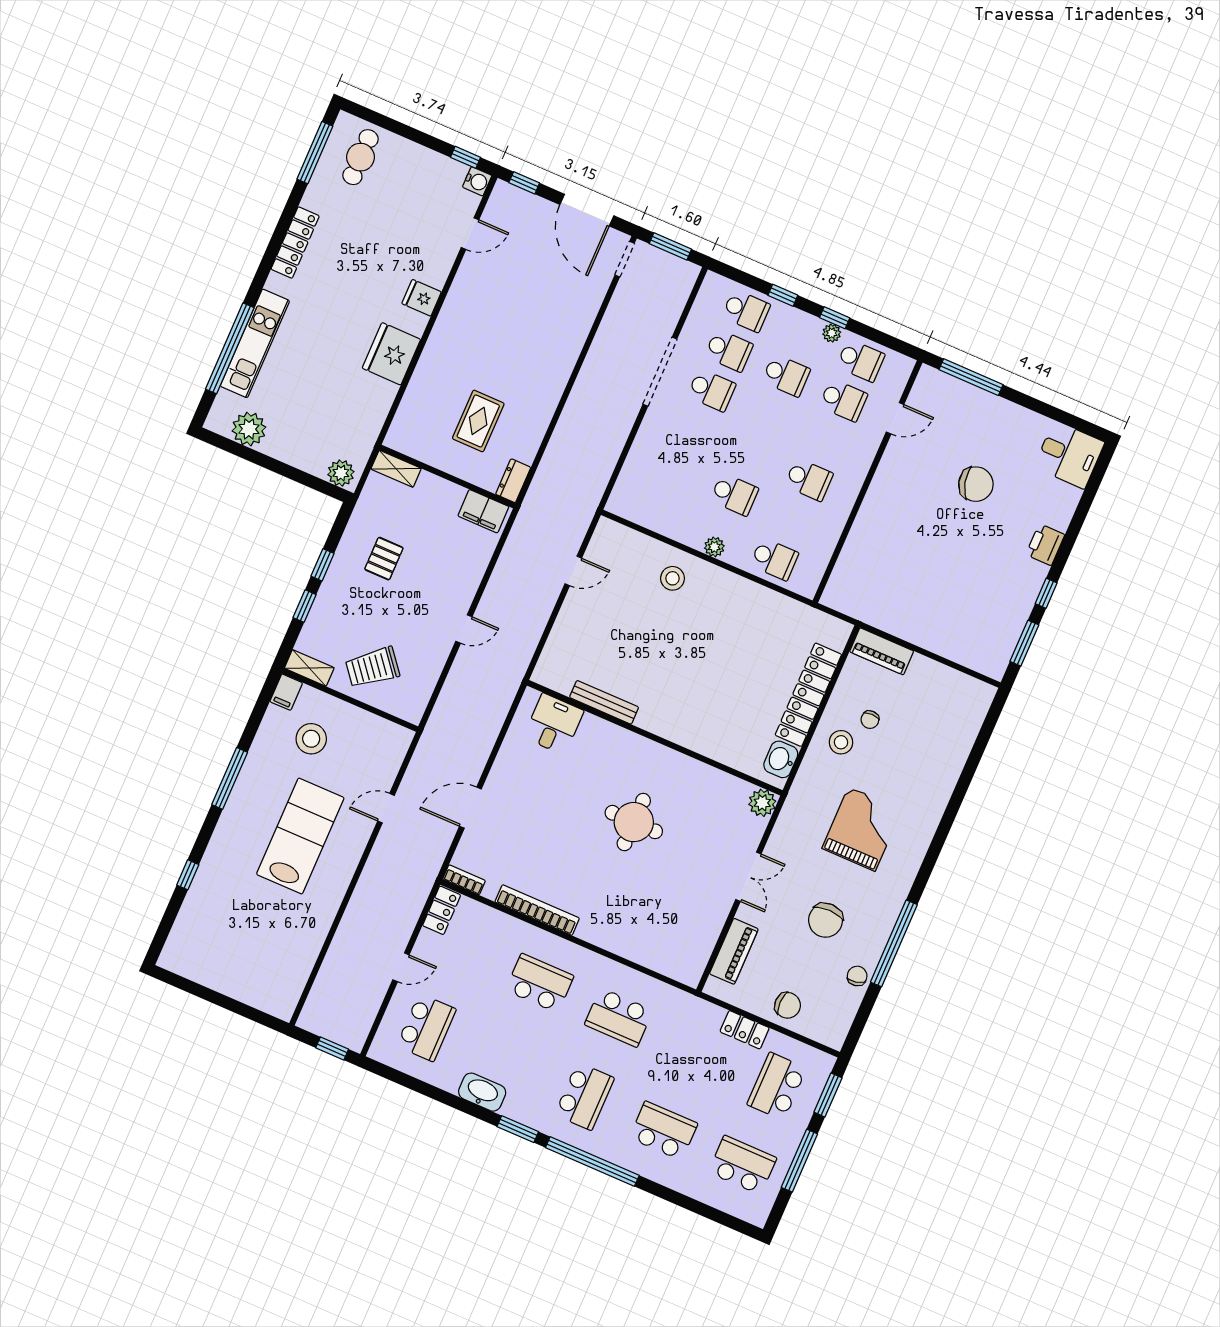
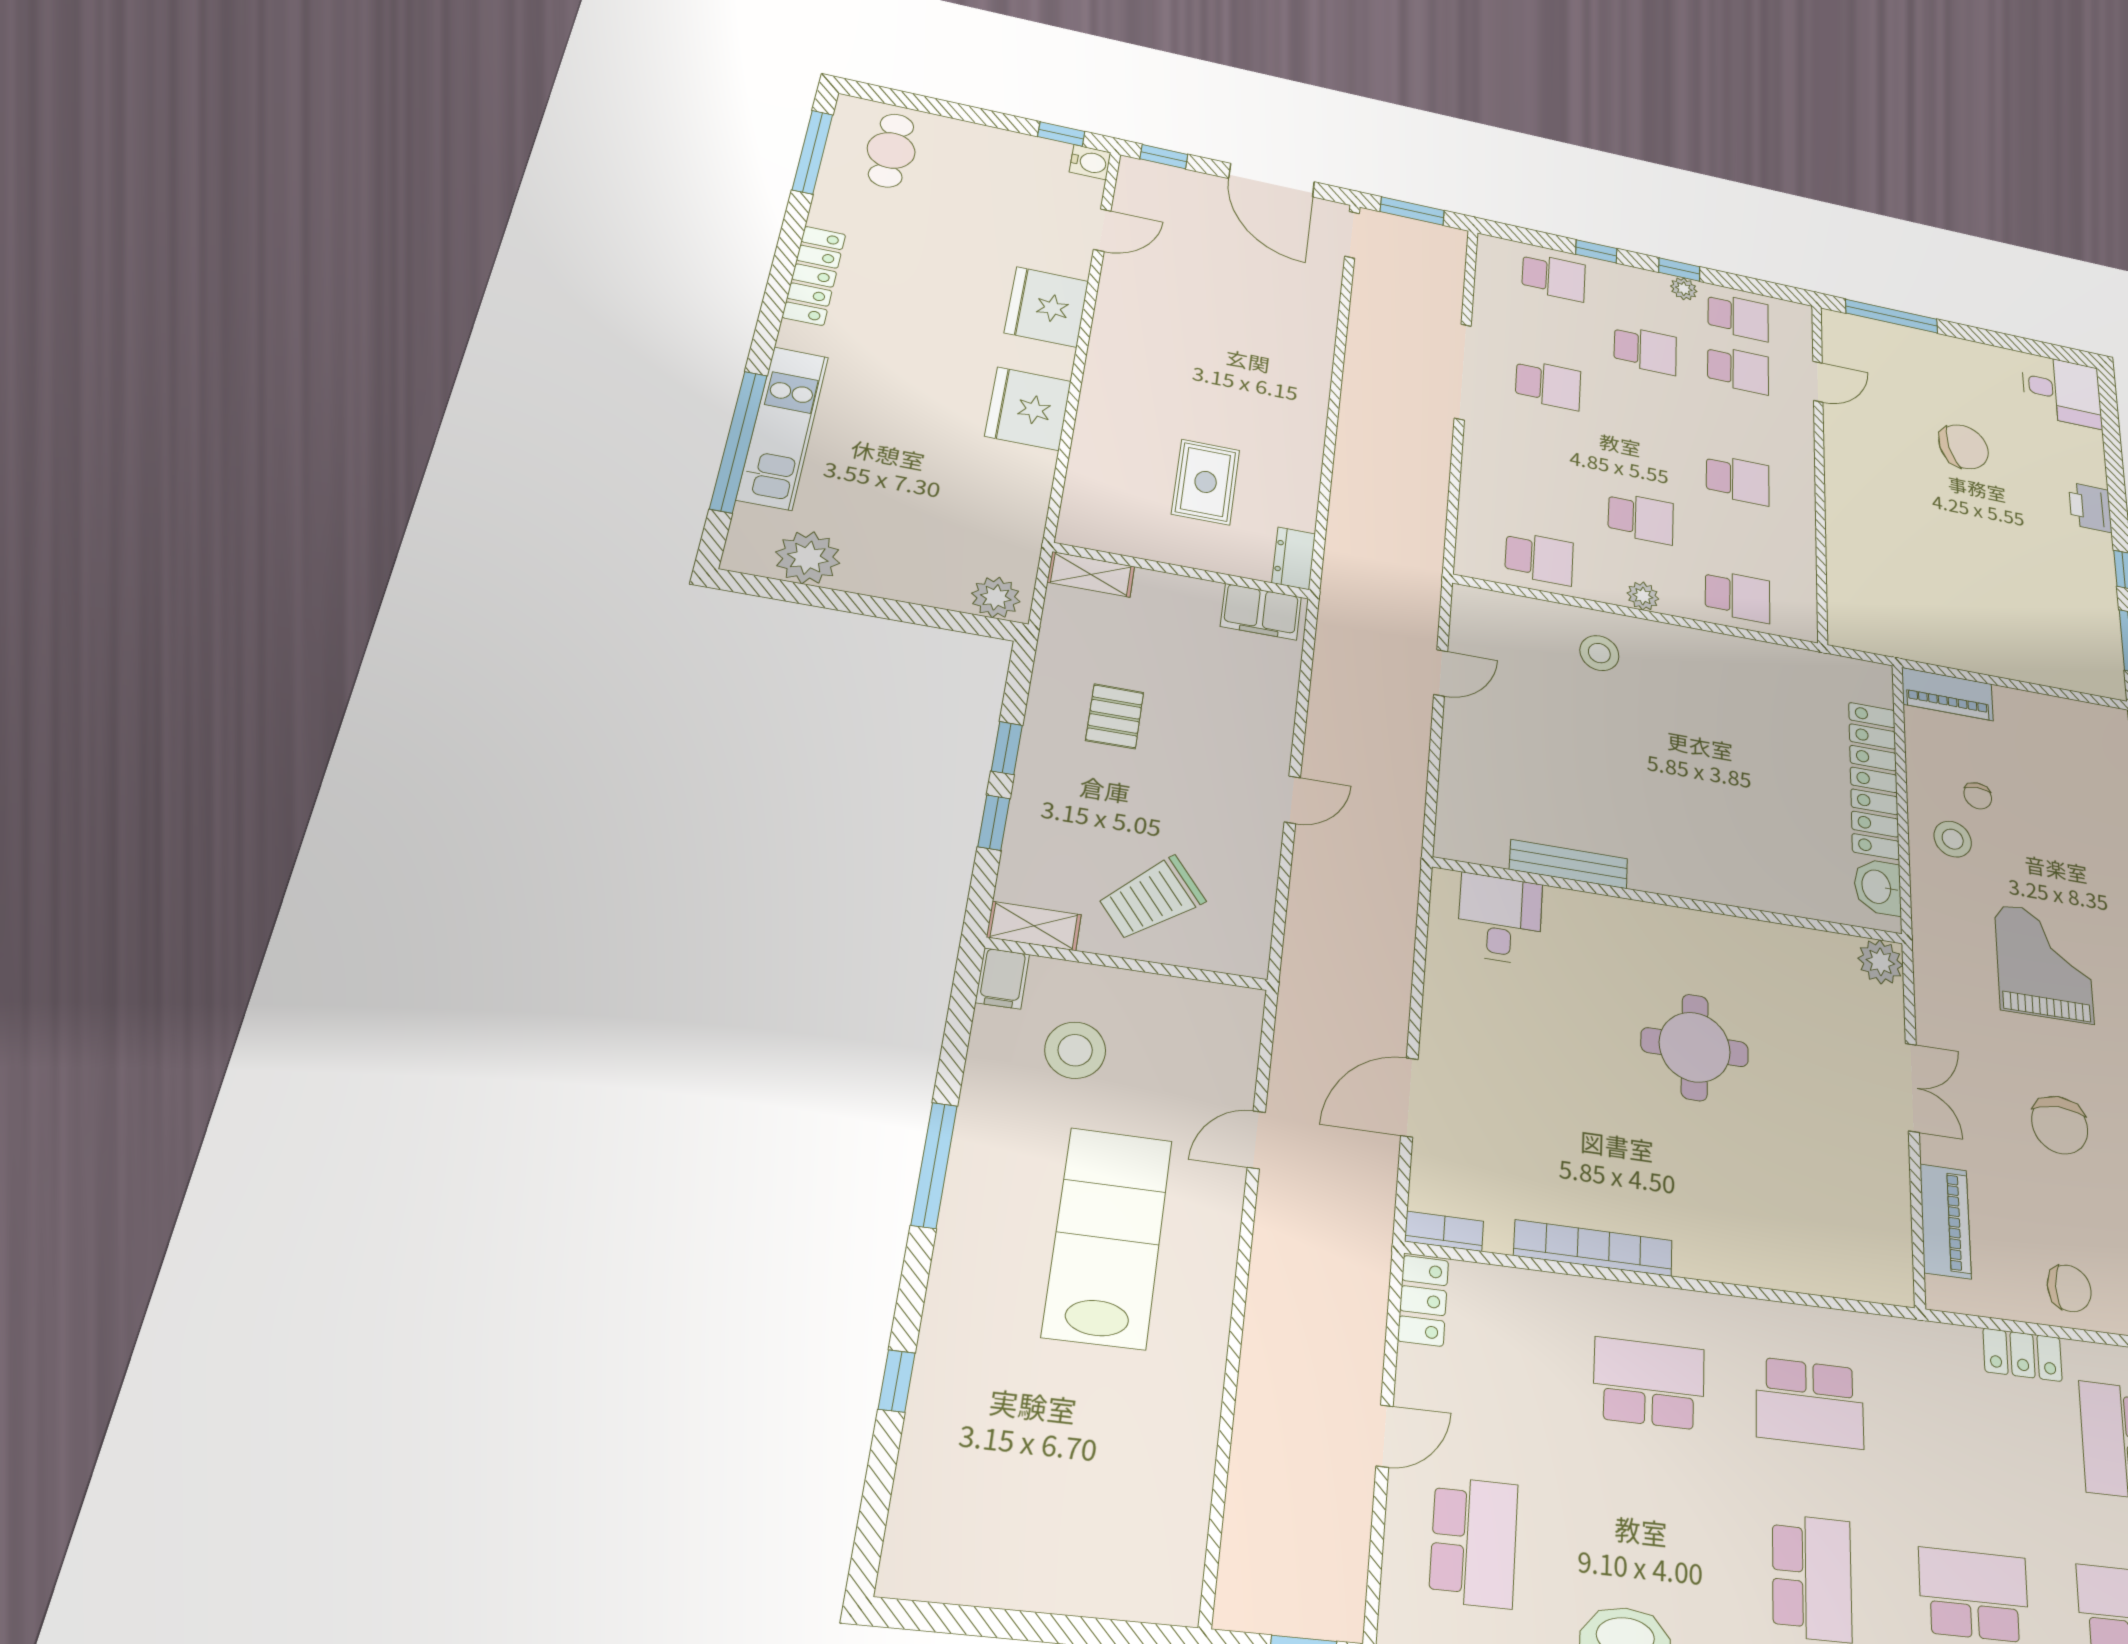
fridge: (422, 298) -> (1047, 307), width x1.88, depth x1.34
school desk: (729, 350) -> (1539, 558), moved

